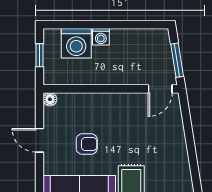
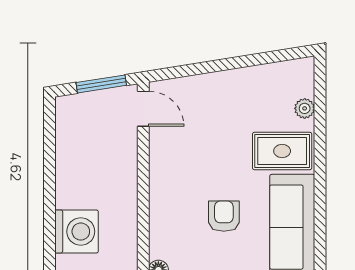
washing machine: (101, 37) -> (67, 196), removed

